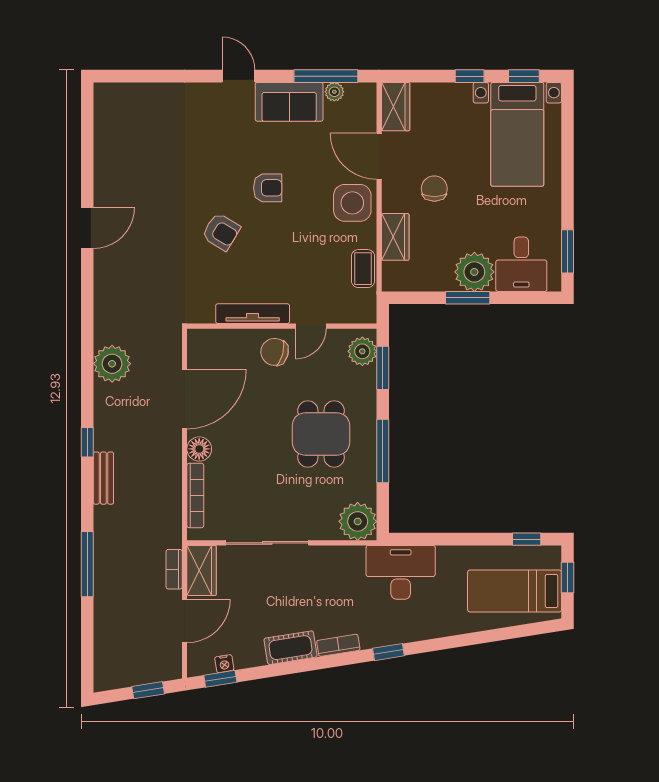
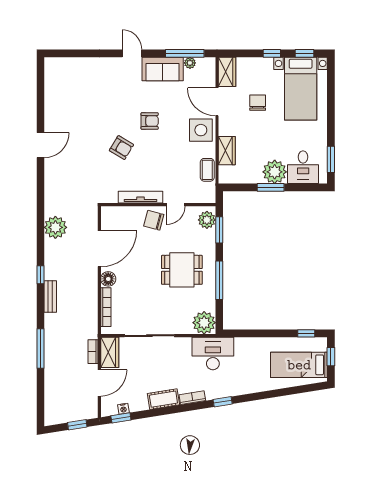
chair: (434, 189) -> (258, 103), moved
dining table: (321, 434) -> (182, 270), turned 90
desk: (401, 572) -> (213, 354), moved

